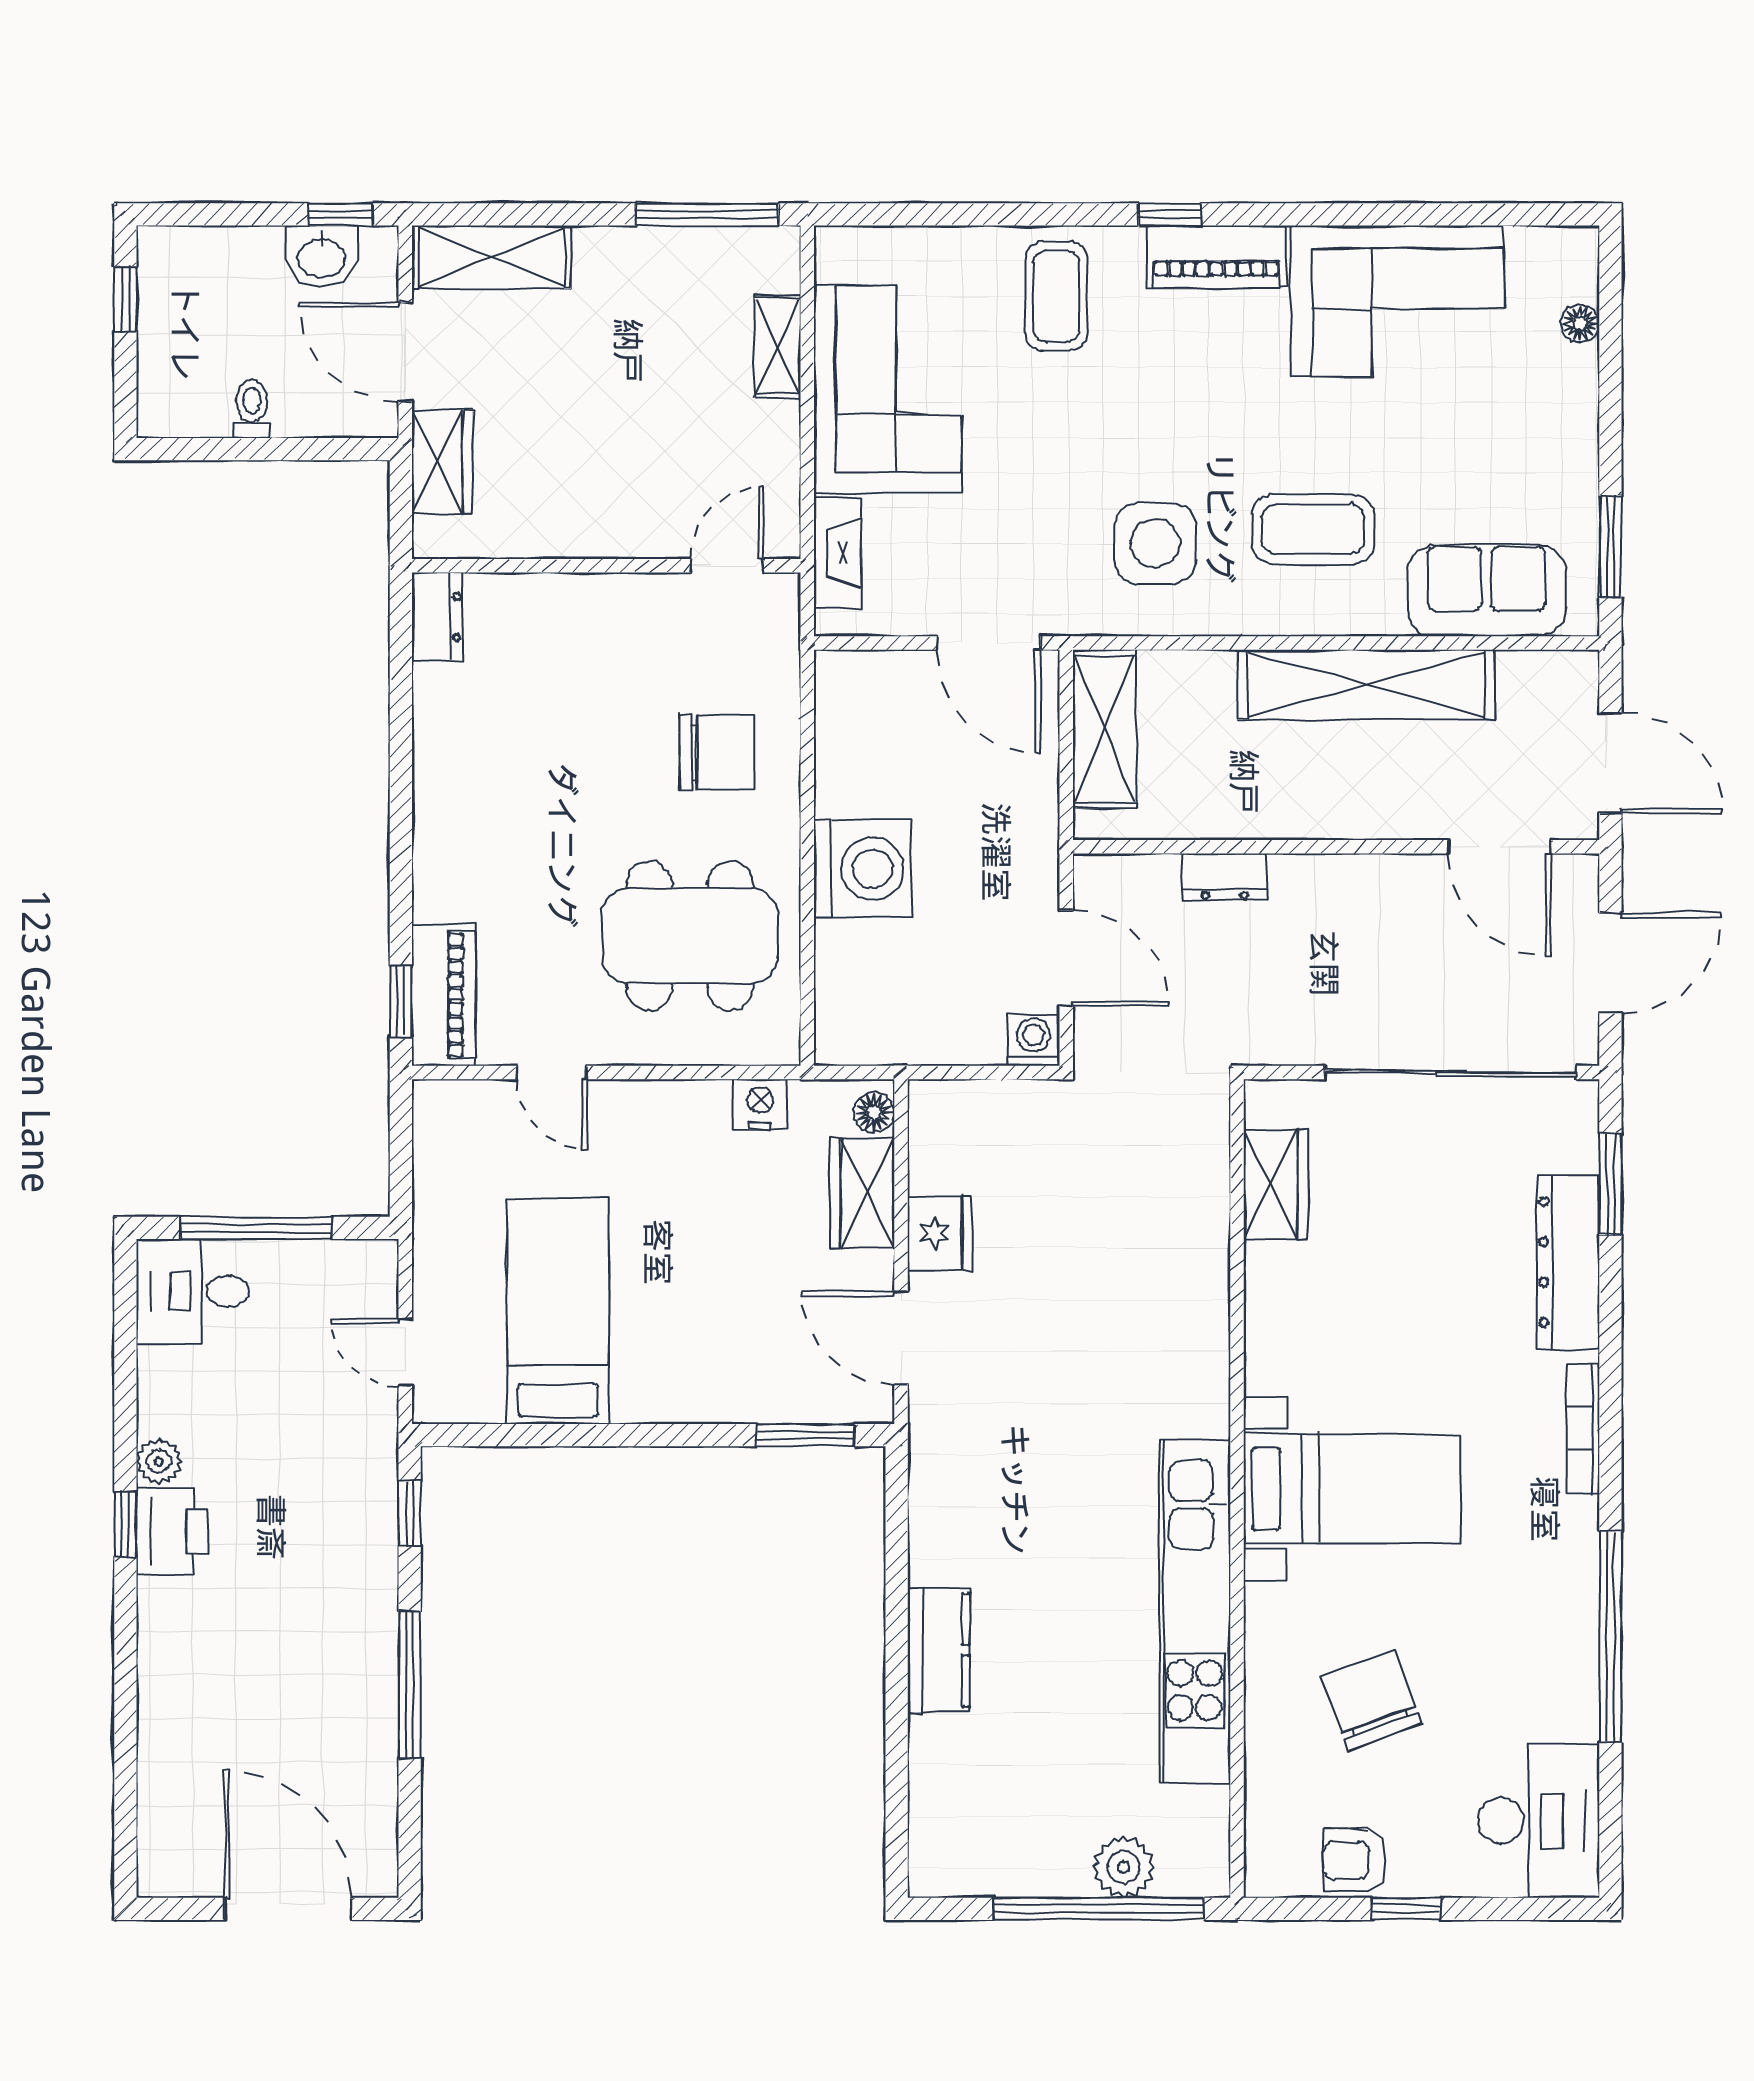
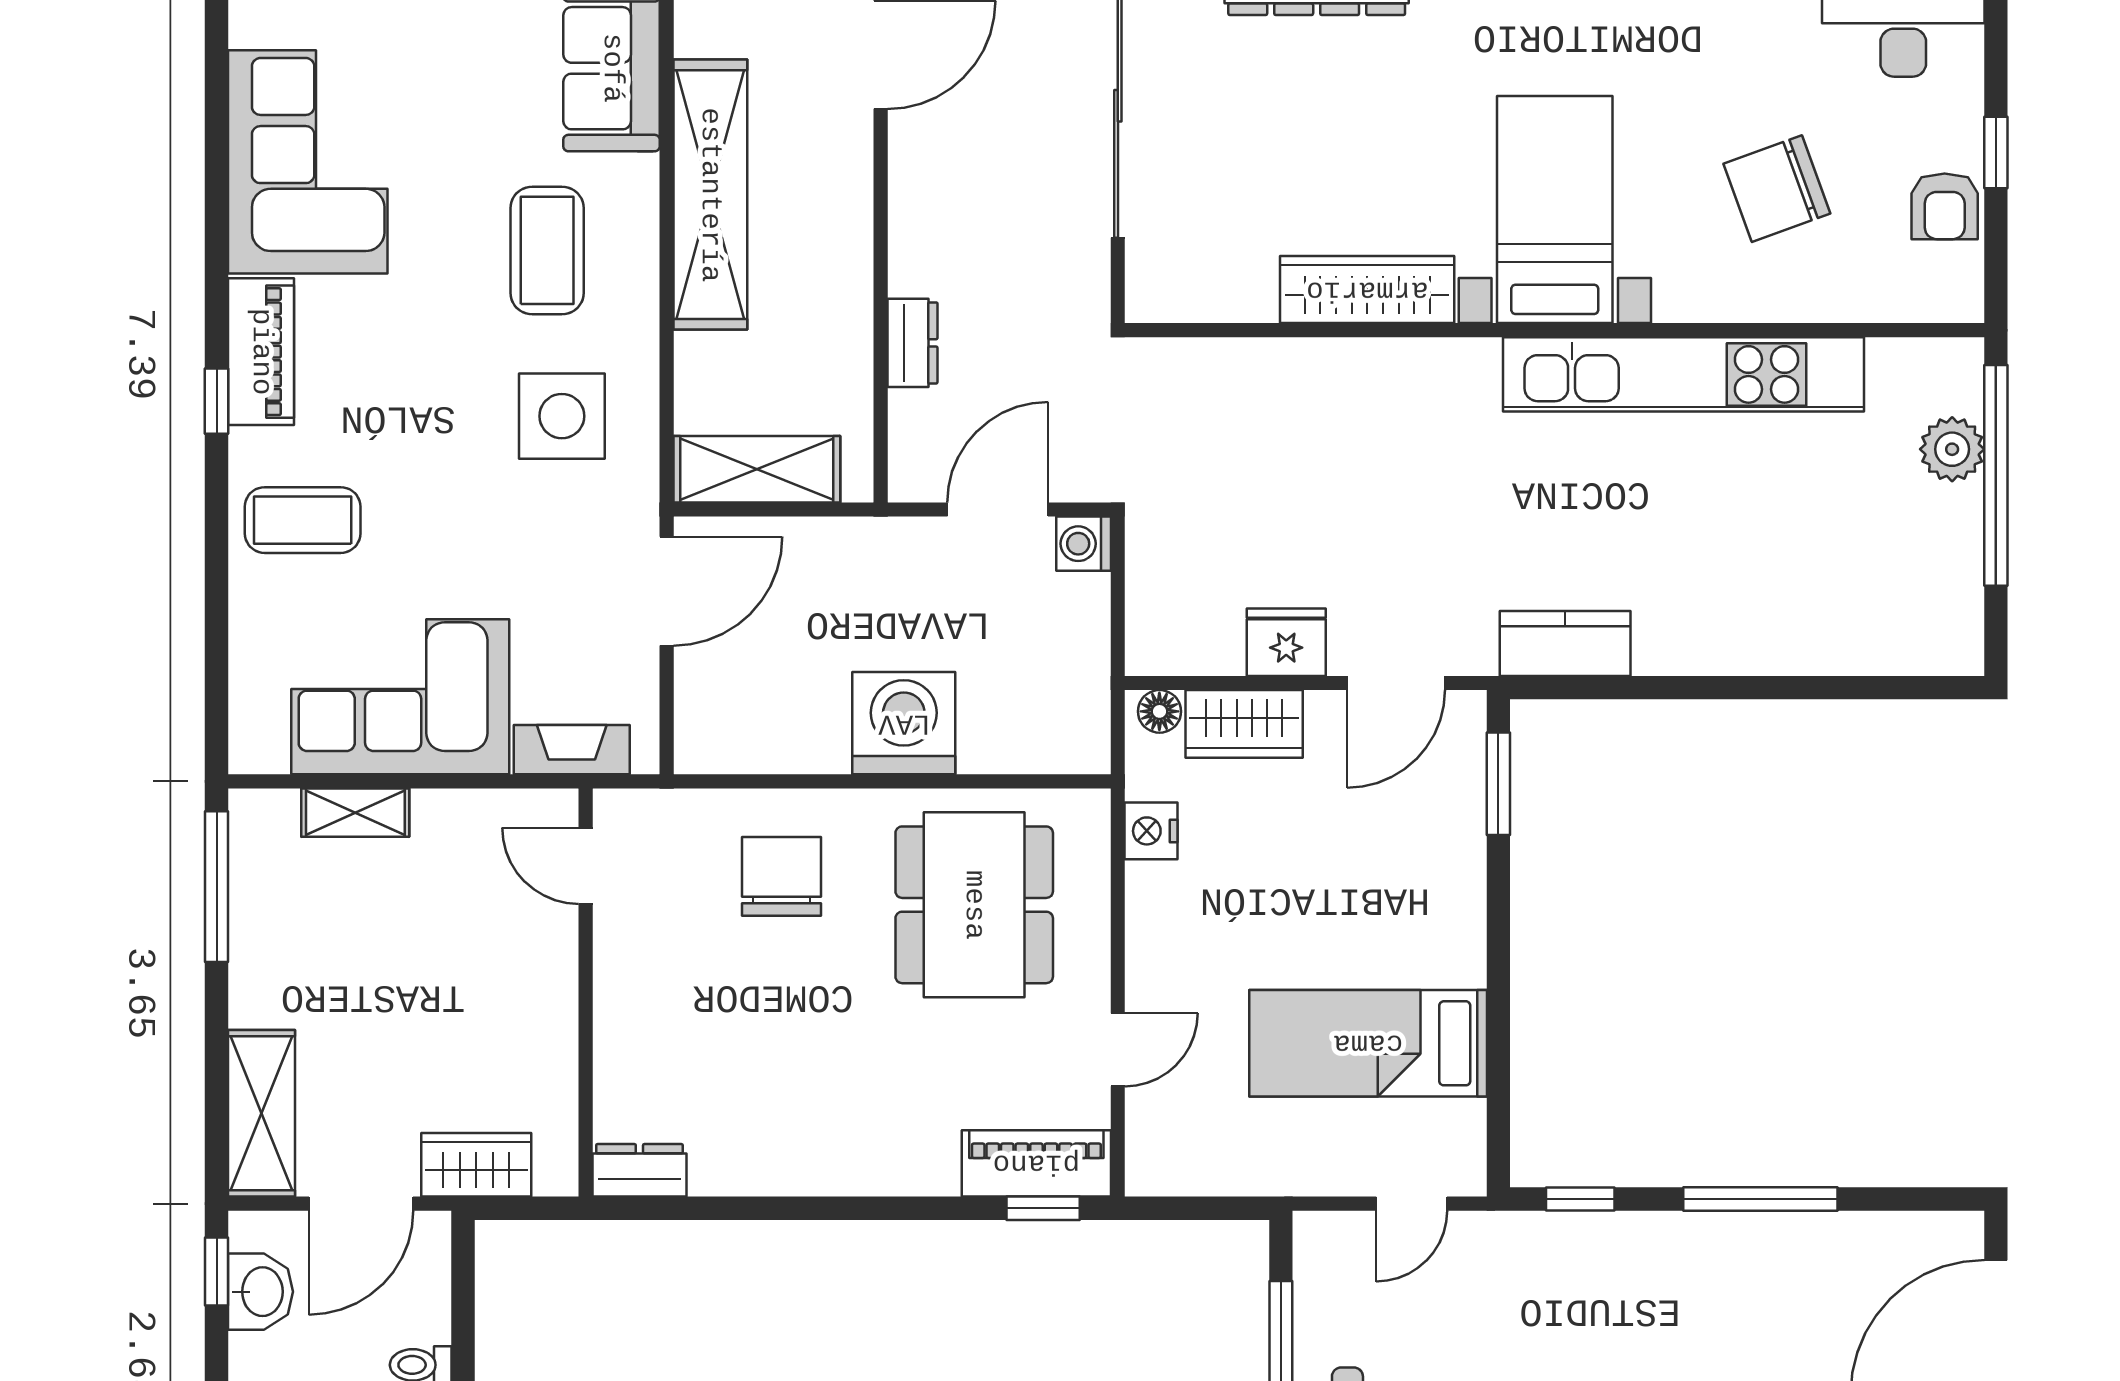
wardrobe: (1276, 1184) -> (1367, 290), moved, width x1.50
kitchen counter: (939, 1650) -> (1565, 643), moved

